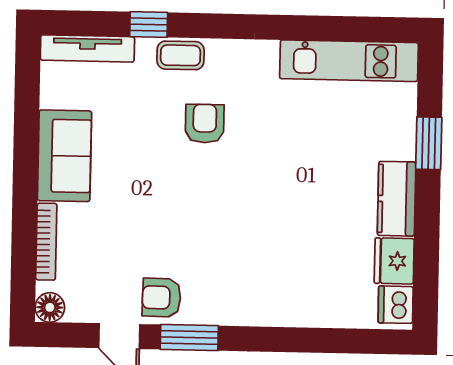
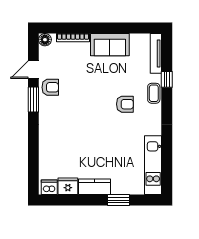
armchair: (161, 298) -> (50, 87), turned 89

